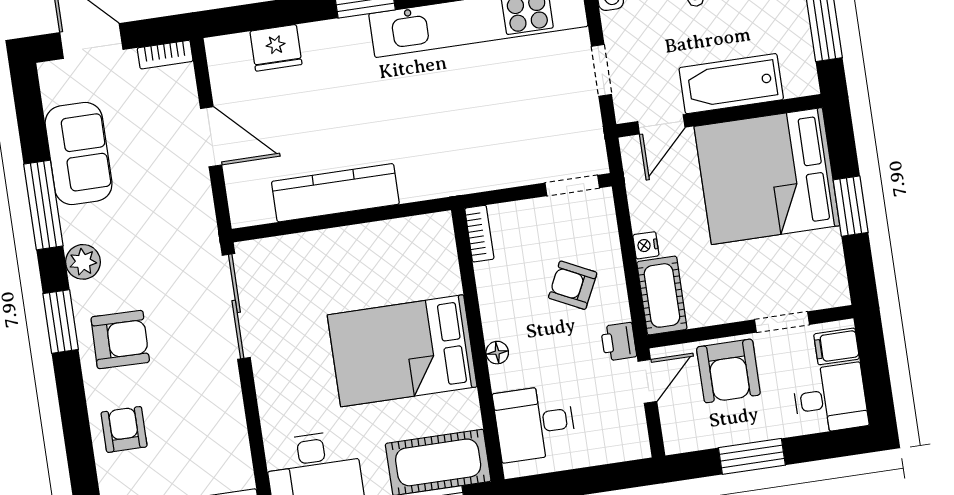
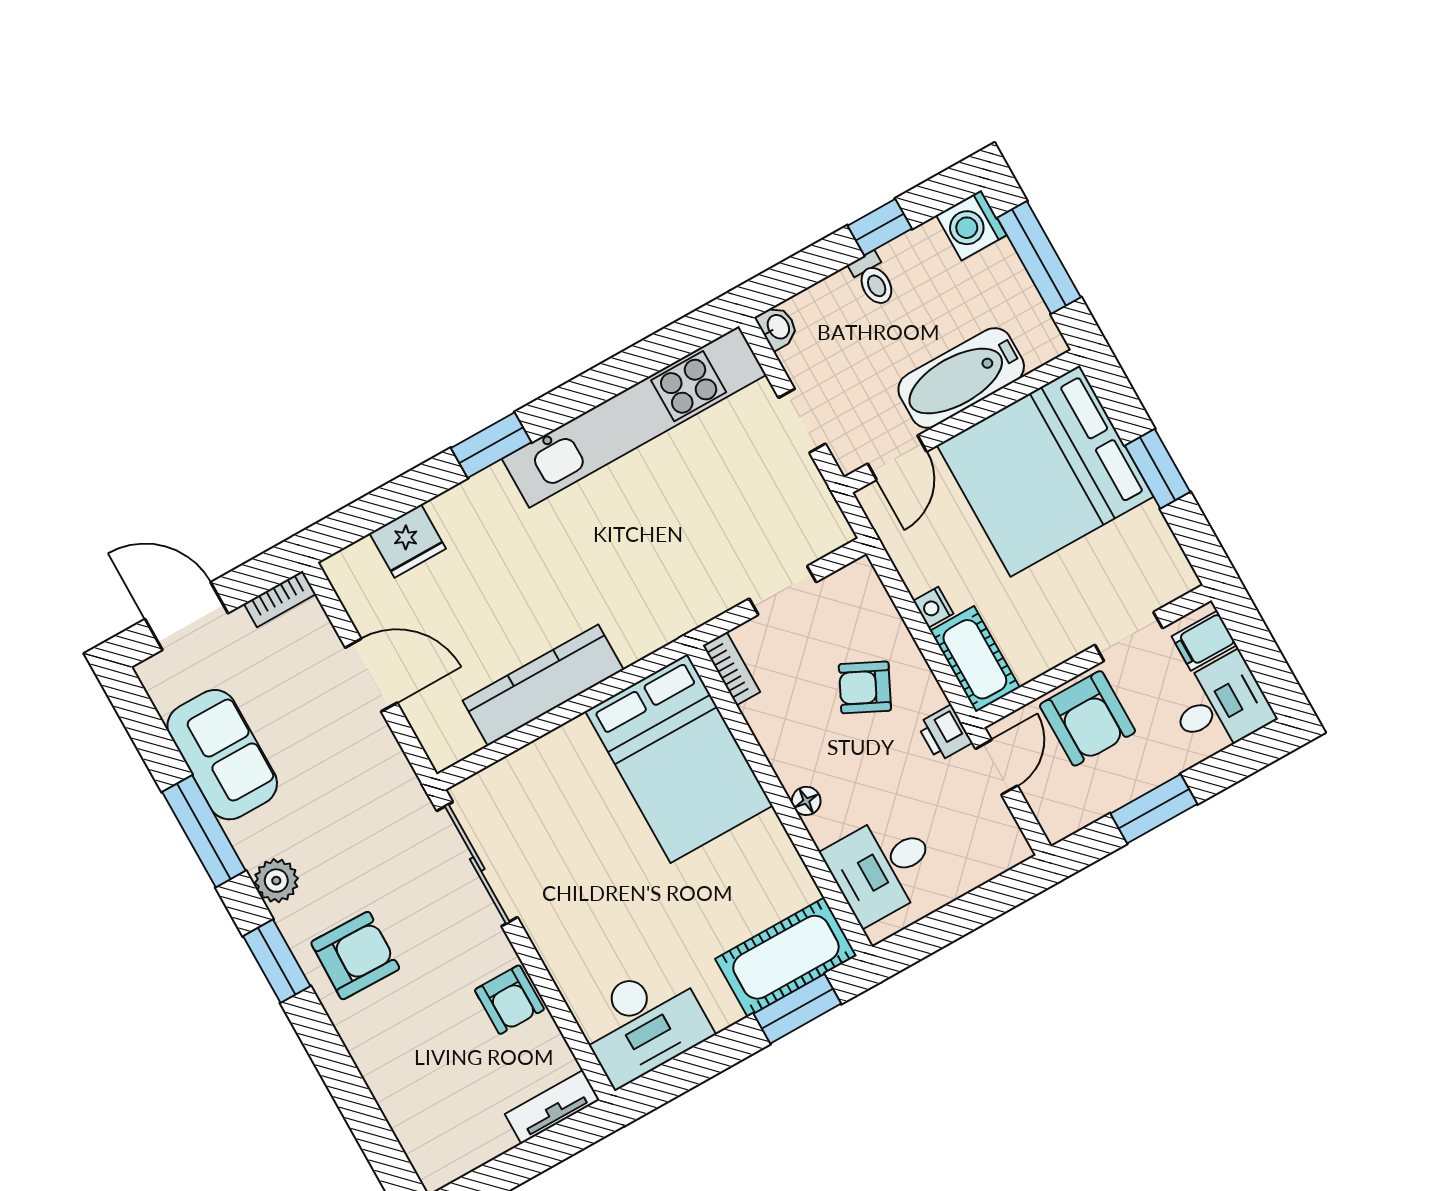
doorway: (572, 185) -> (783, 590), moved
bed: (402, 351) -> (679, 758), moved, turned -90
armchair: (124, 429) -> (509, 1000), moved, turned 180

